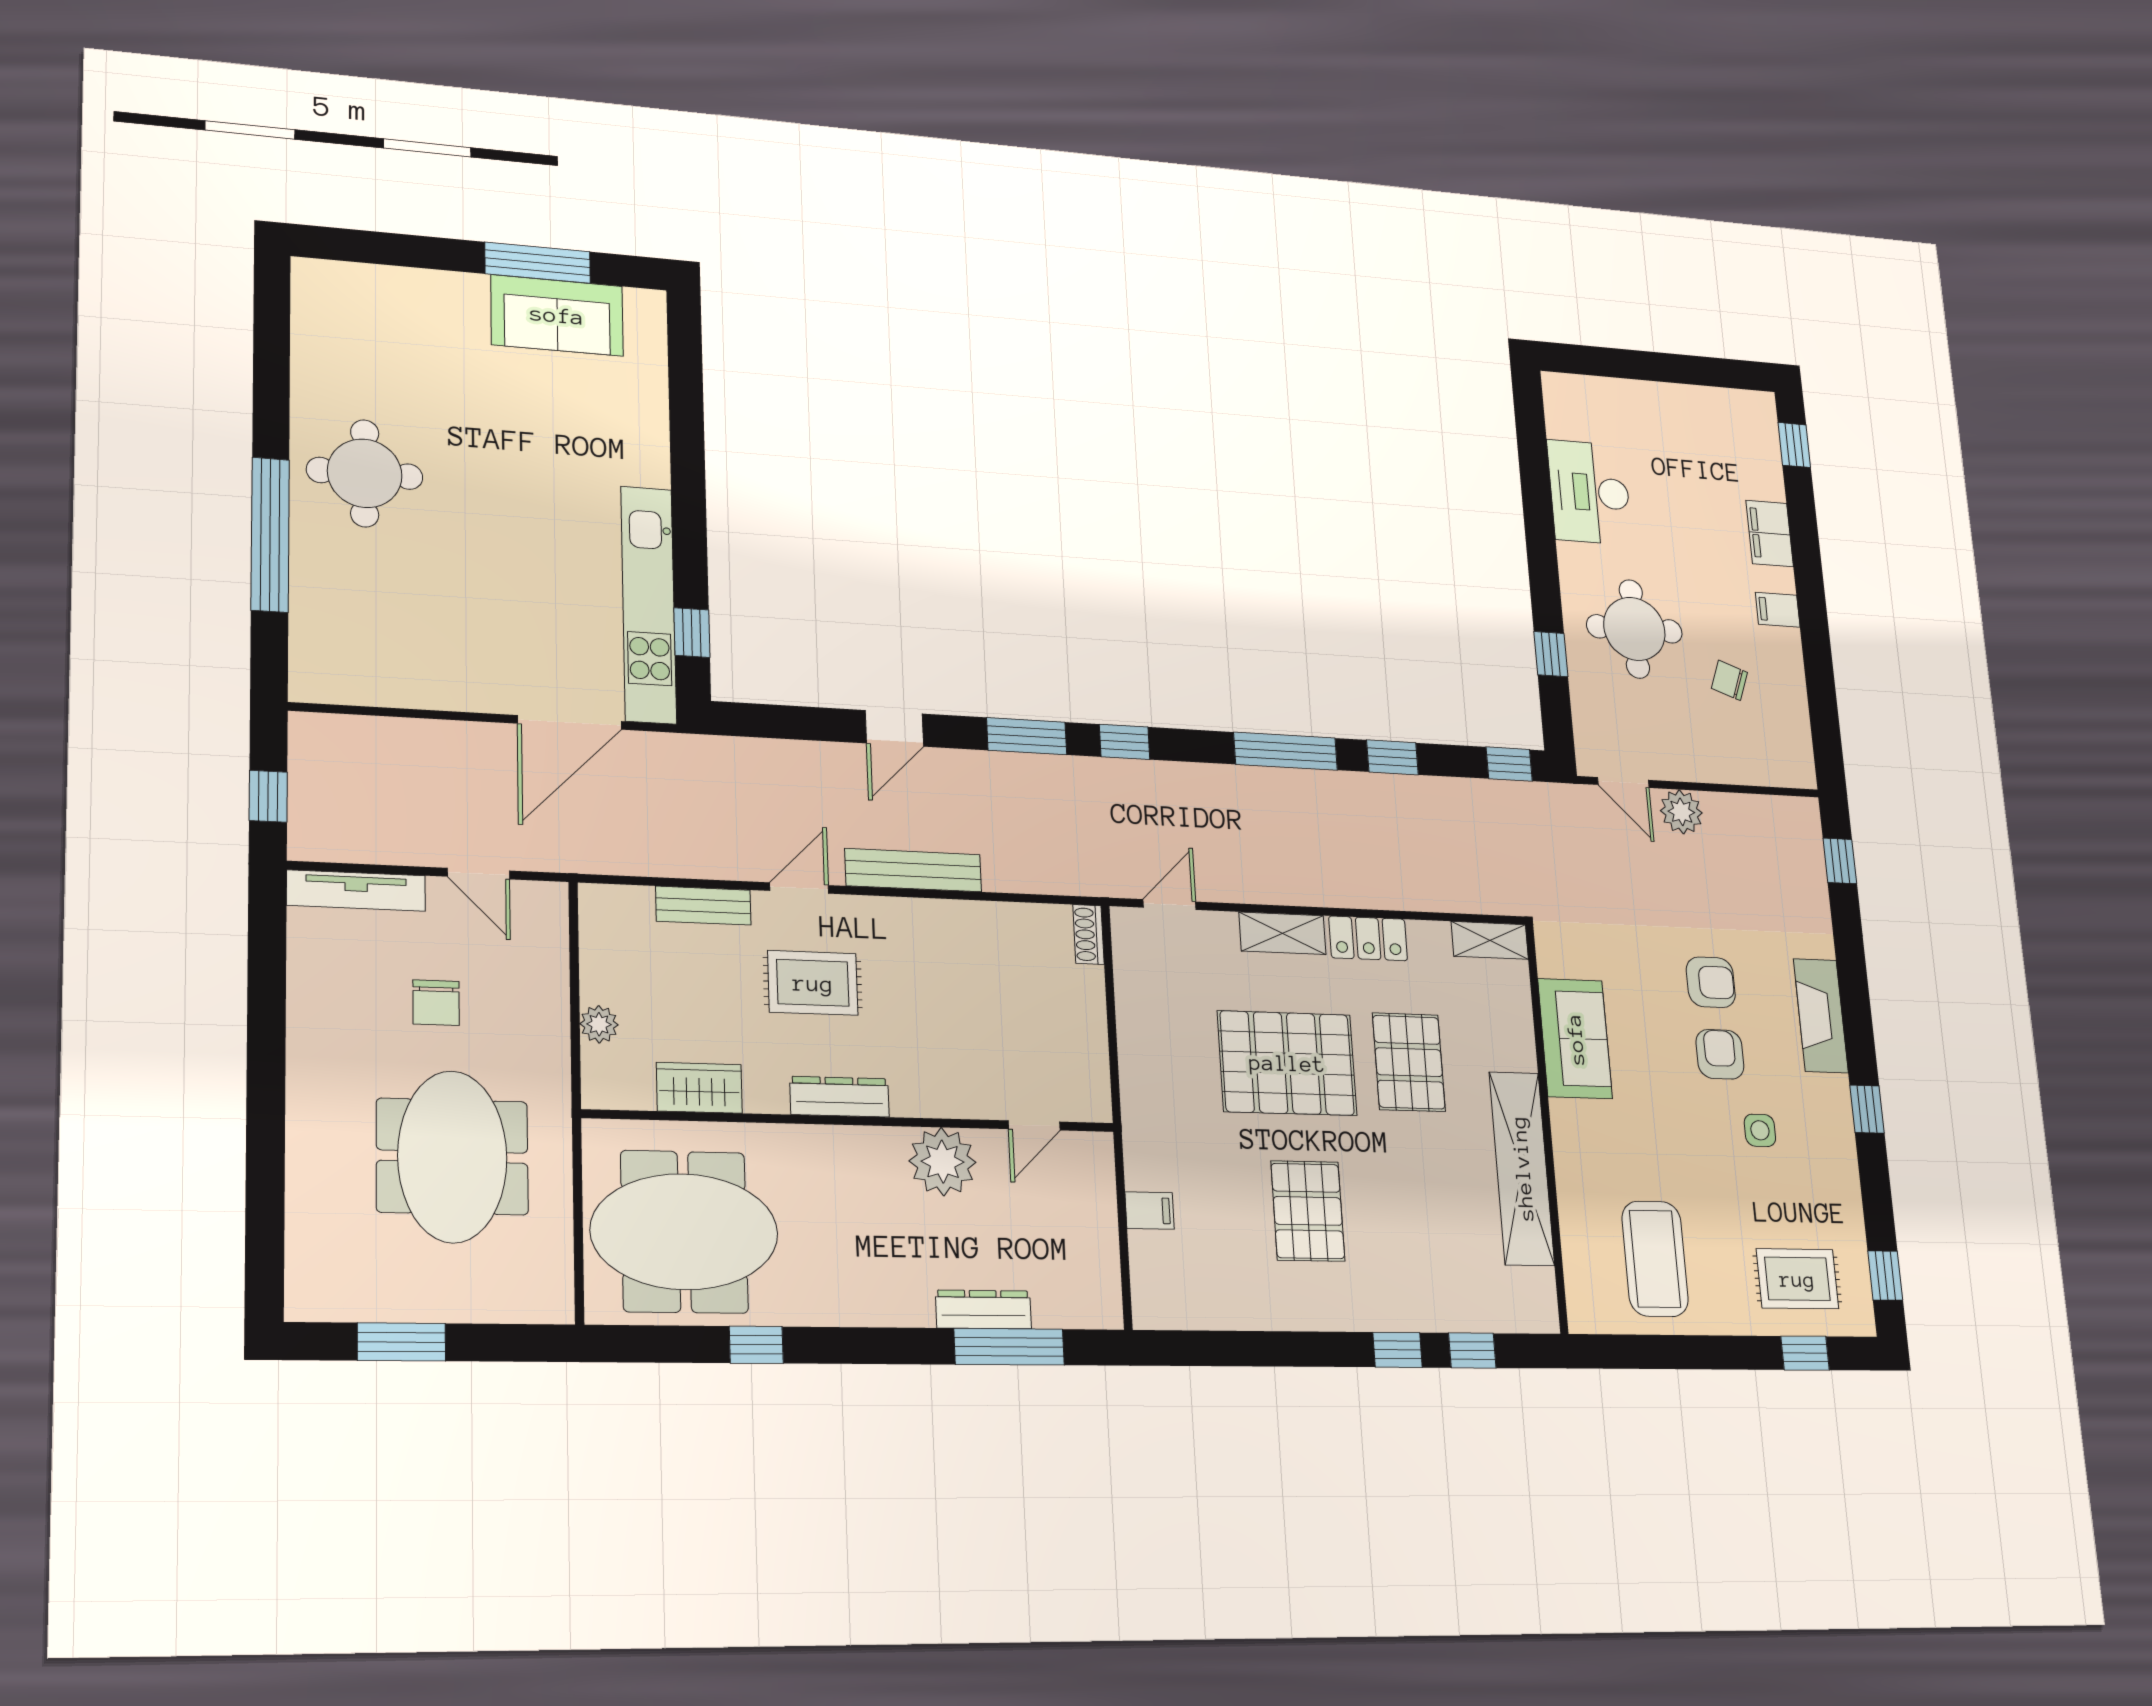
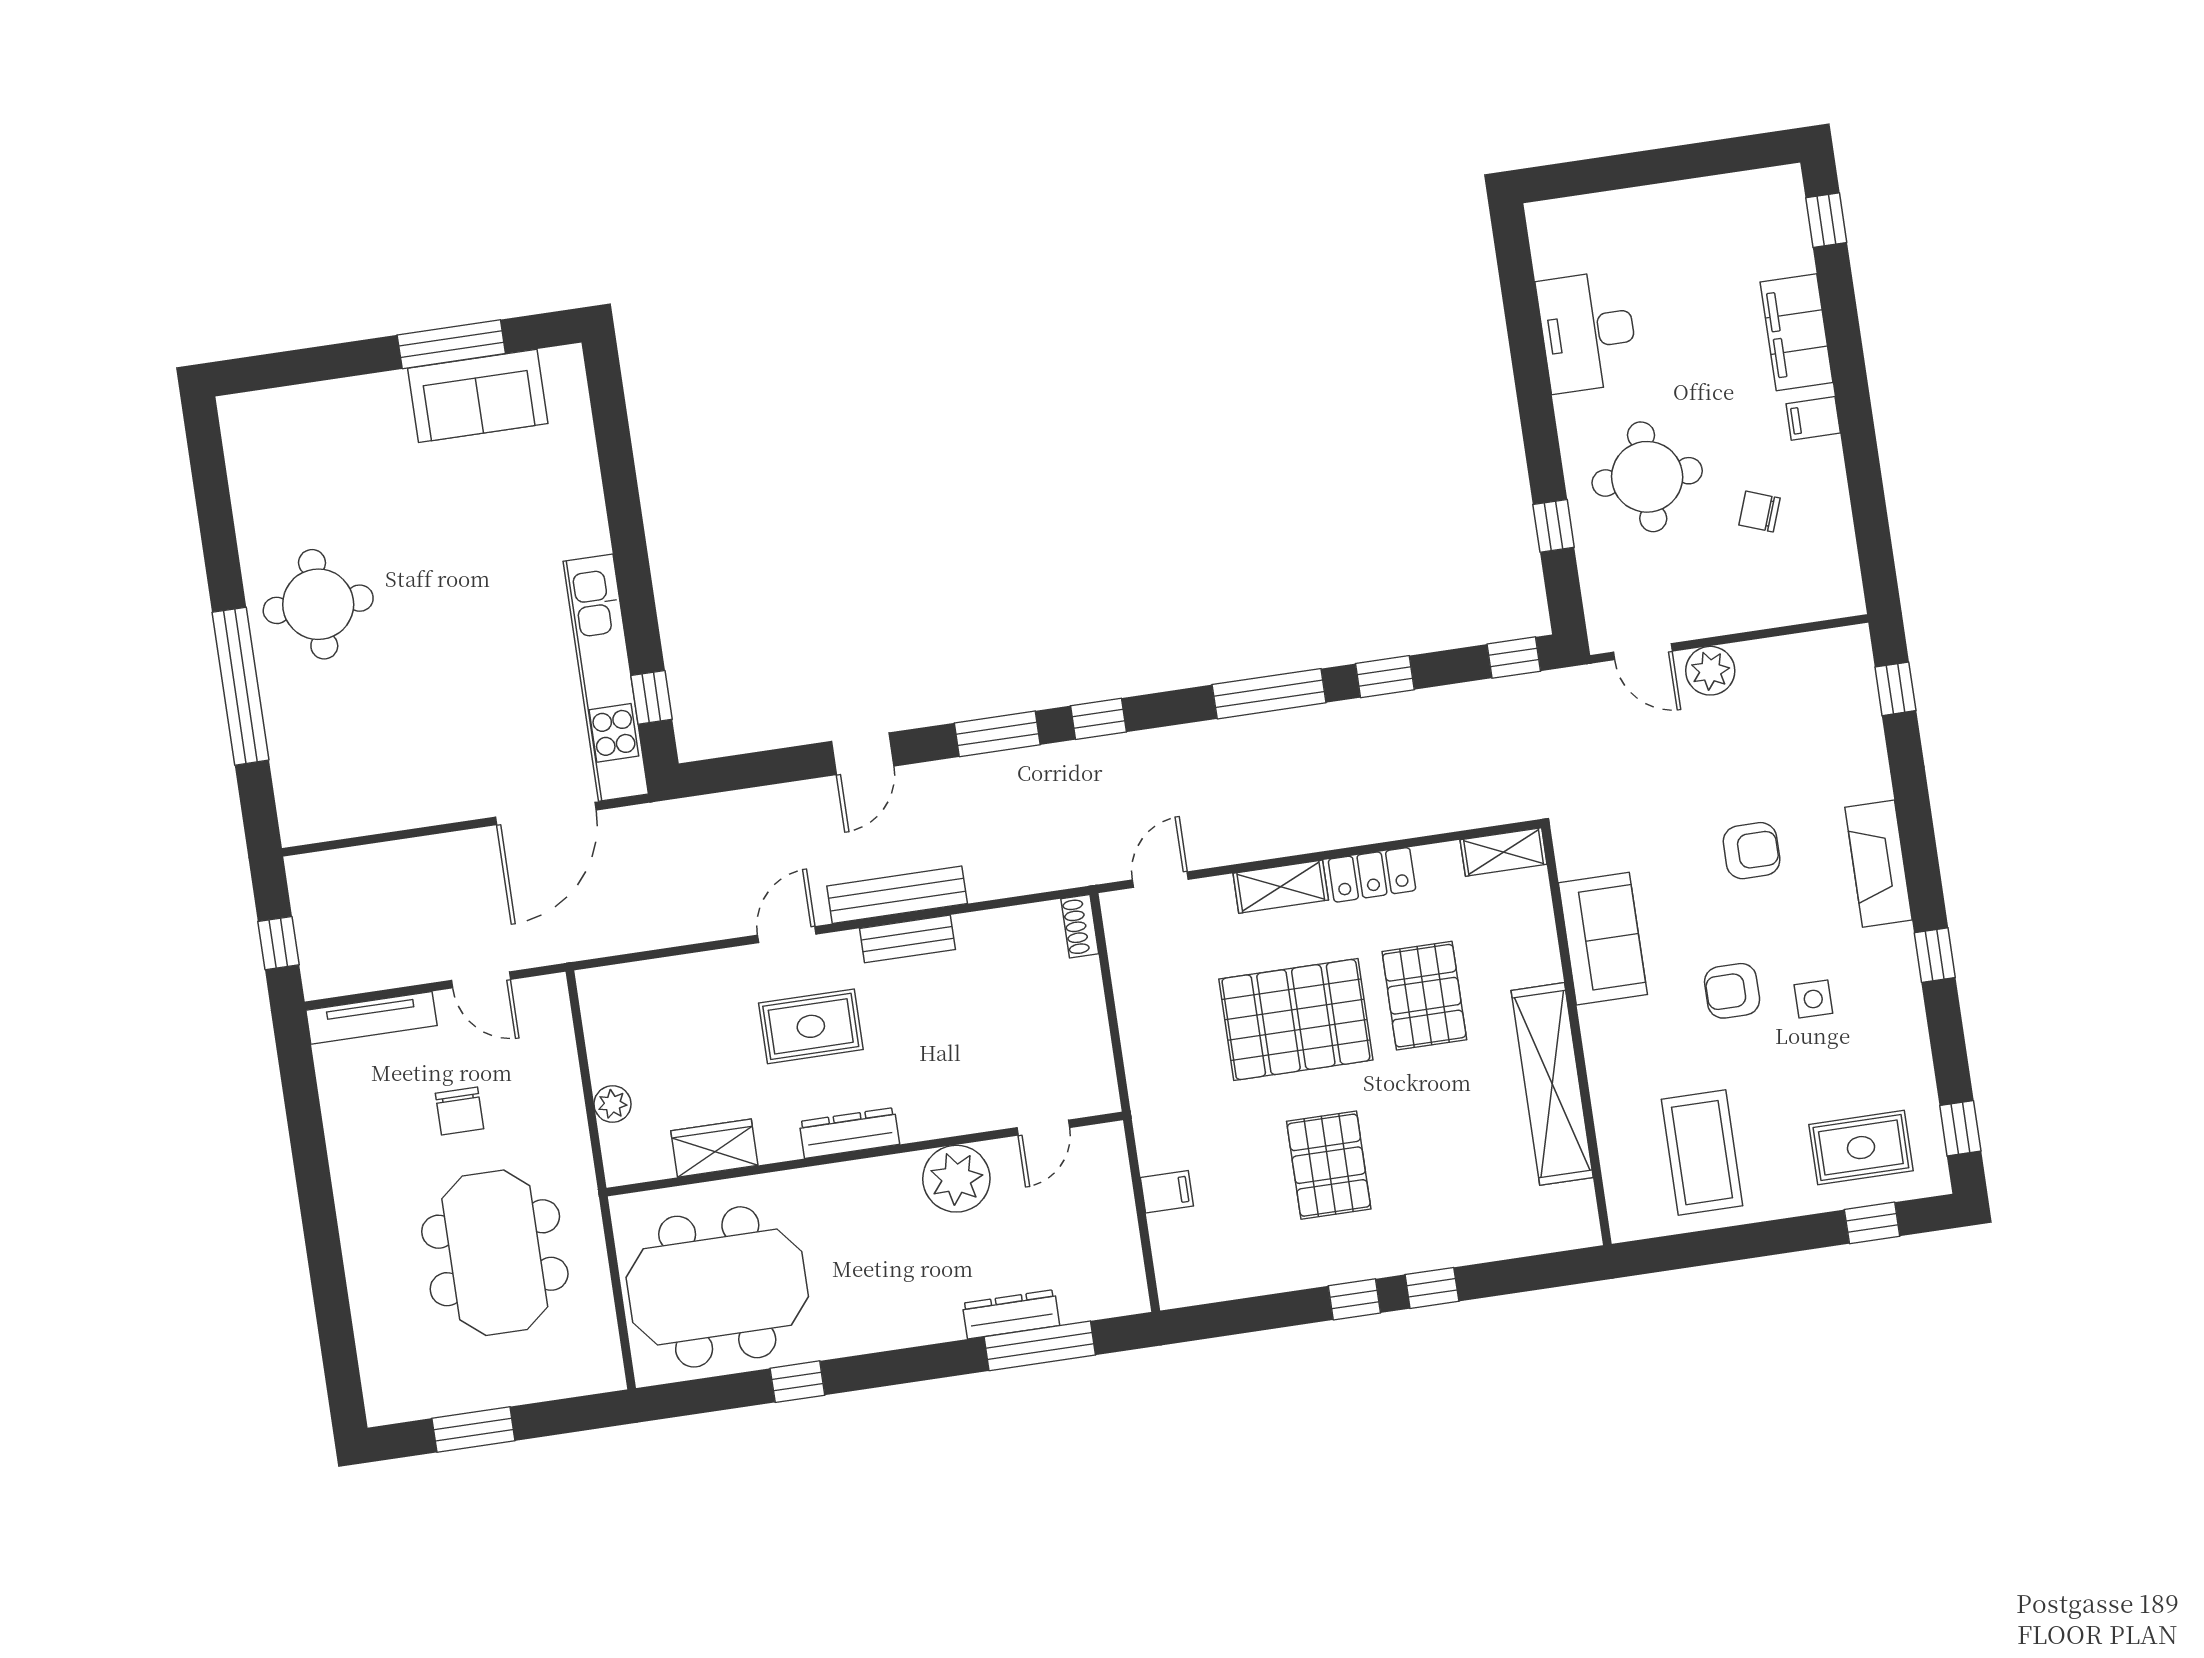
filing cabinet: (1770, 533) -> (1797, 332), width x1.50, depth x1.17
bench: (703, 906) -> (907, 939), moved
armchair: (1720, 1054) -> (1732, 991), moved, turned -90
window: (1472, 1350) -> (1354, 1299), moved

